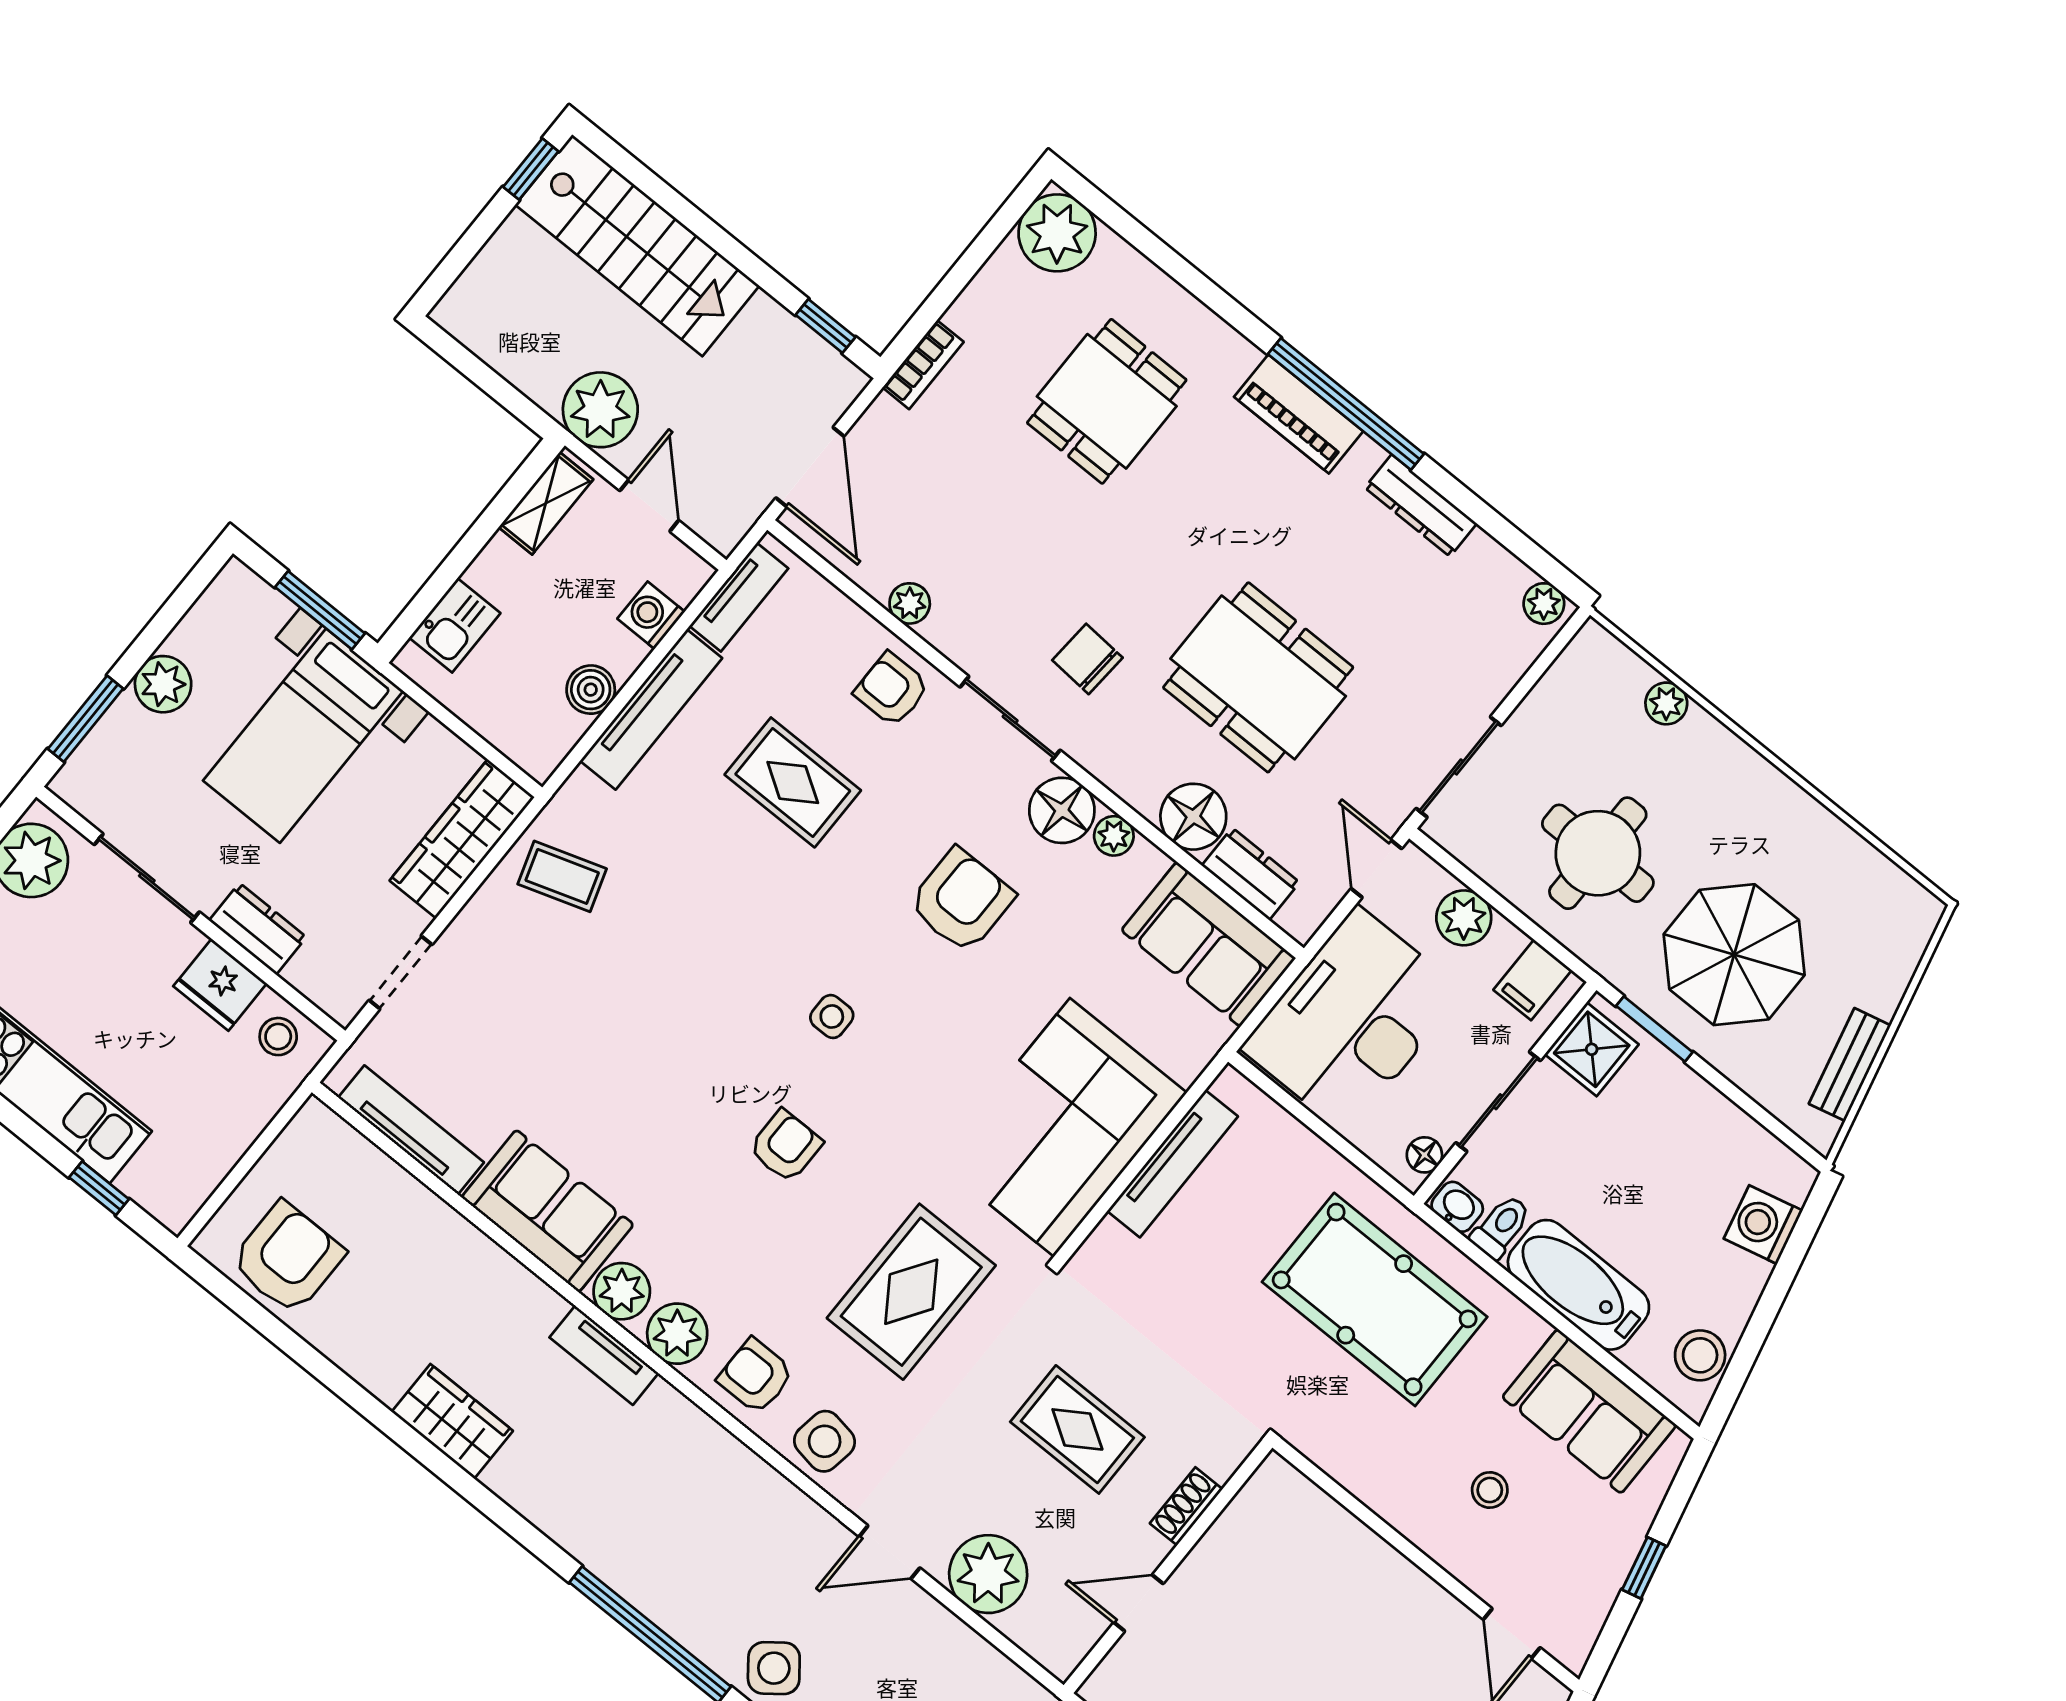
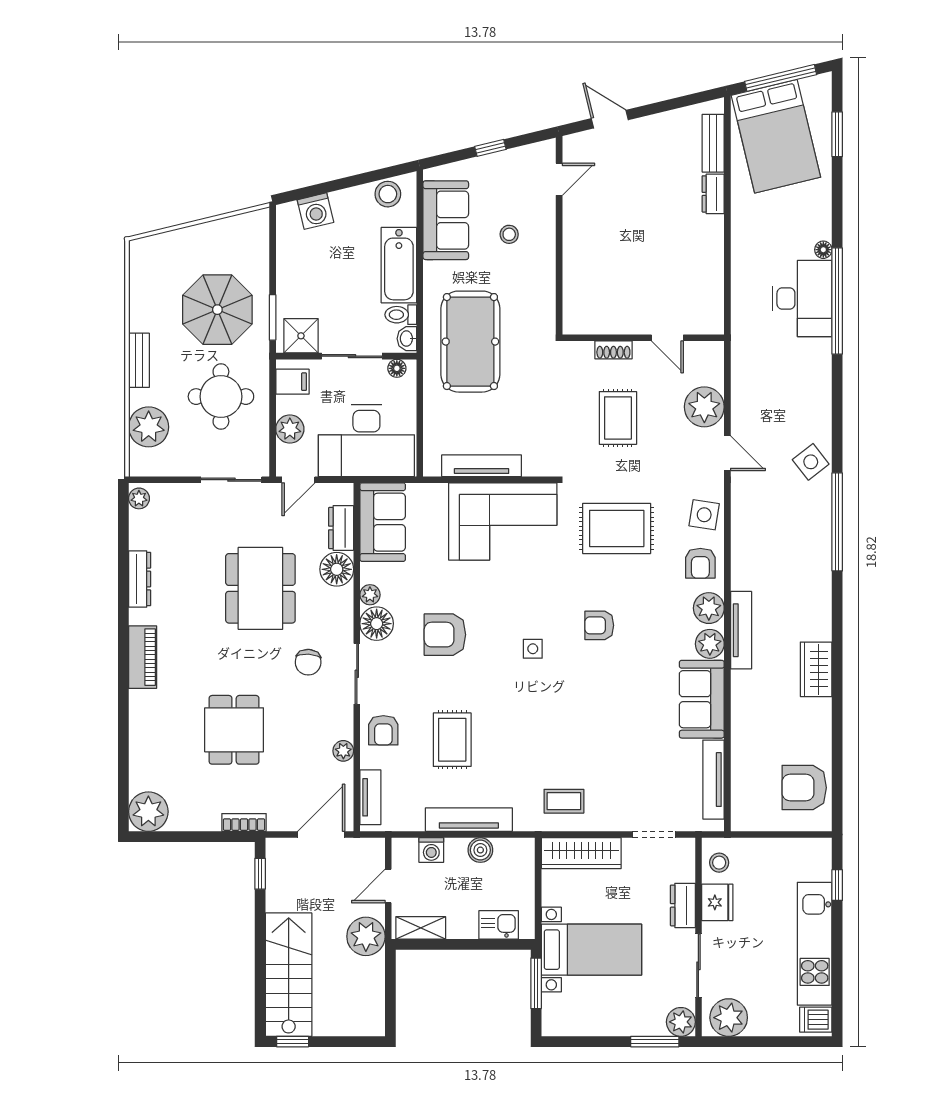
dining table: (1107, 401) -> (234, 730), moved, turned 90
window: (1346, 404) -> (123, 642), removed
tv unit: (739, 597) -> (370, 797), moved, turned 90
plant: (163, 684) -> (681, 1022), moved
plant: (1666, 703) -> (149, 427), width x1.88, depth x1.88
coffee table: (562, 876) -> (564, 801), turned -72
bench: (1850, 1065) -> (139, 360), moved, turned -76
tv unit: (604, 1355) -> (741, 630), width x1.41

